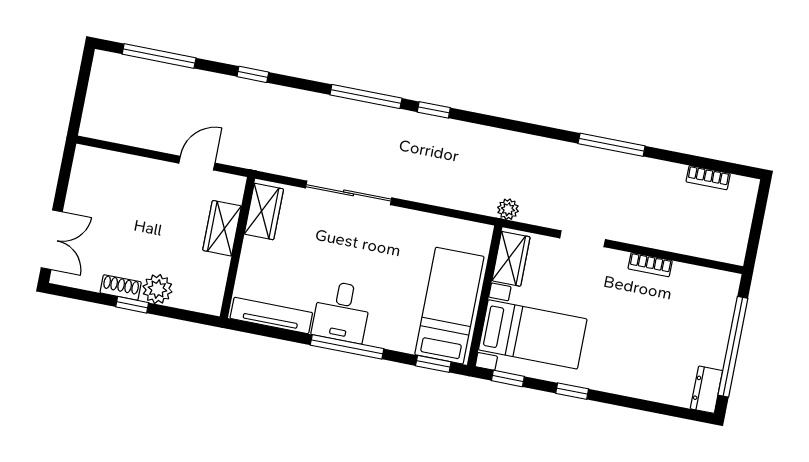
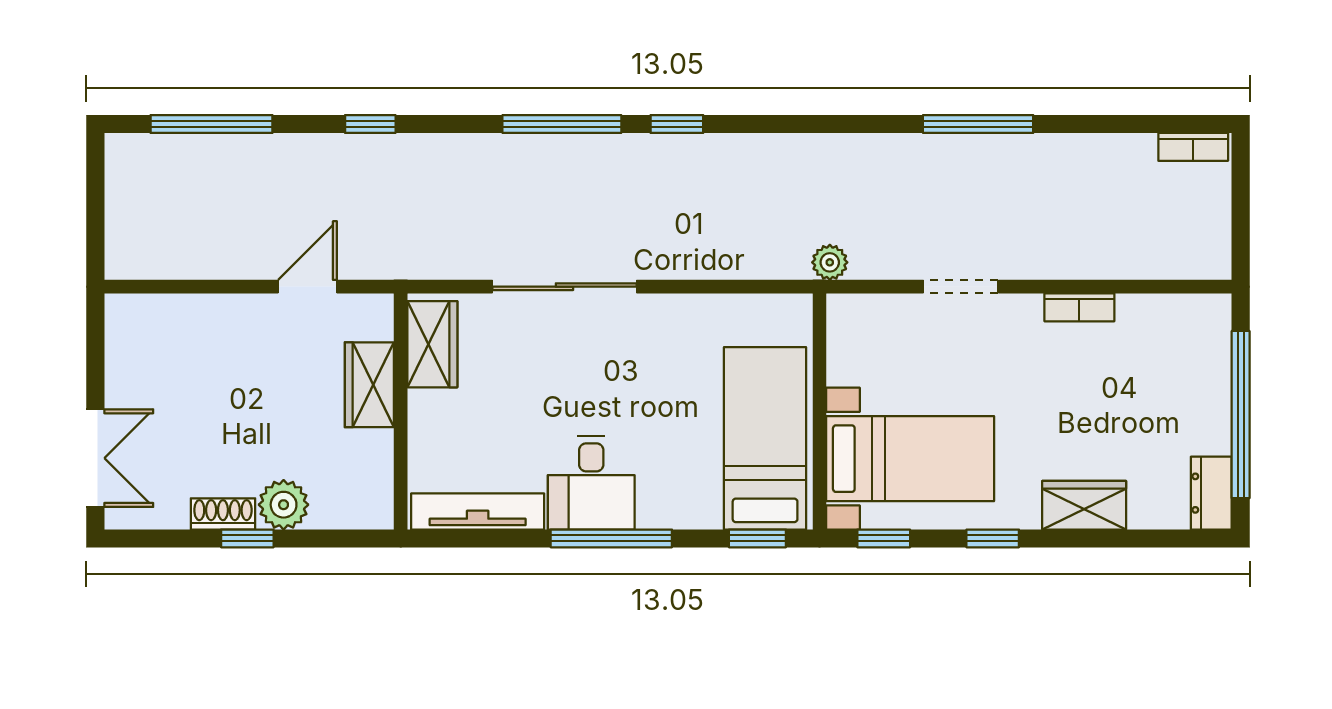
bookcase: (708, 178) -> (1193, 147), moved
wardrobe: (511, 259) -> (1084, 505), moved, turned -90

